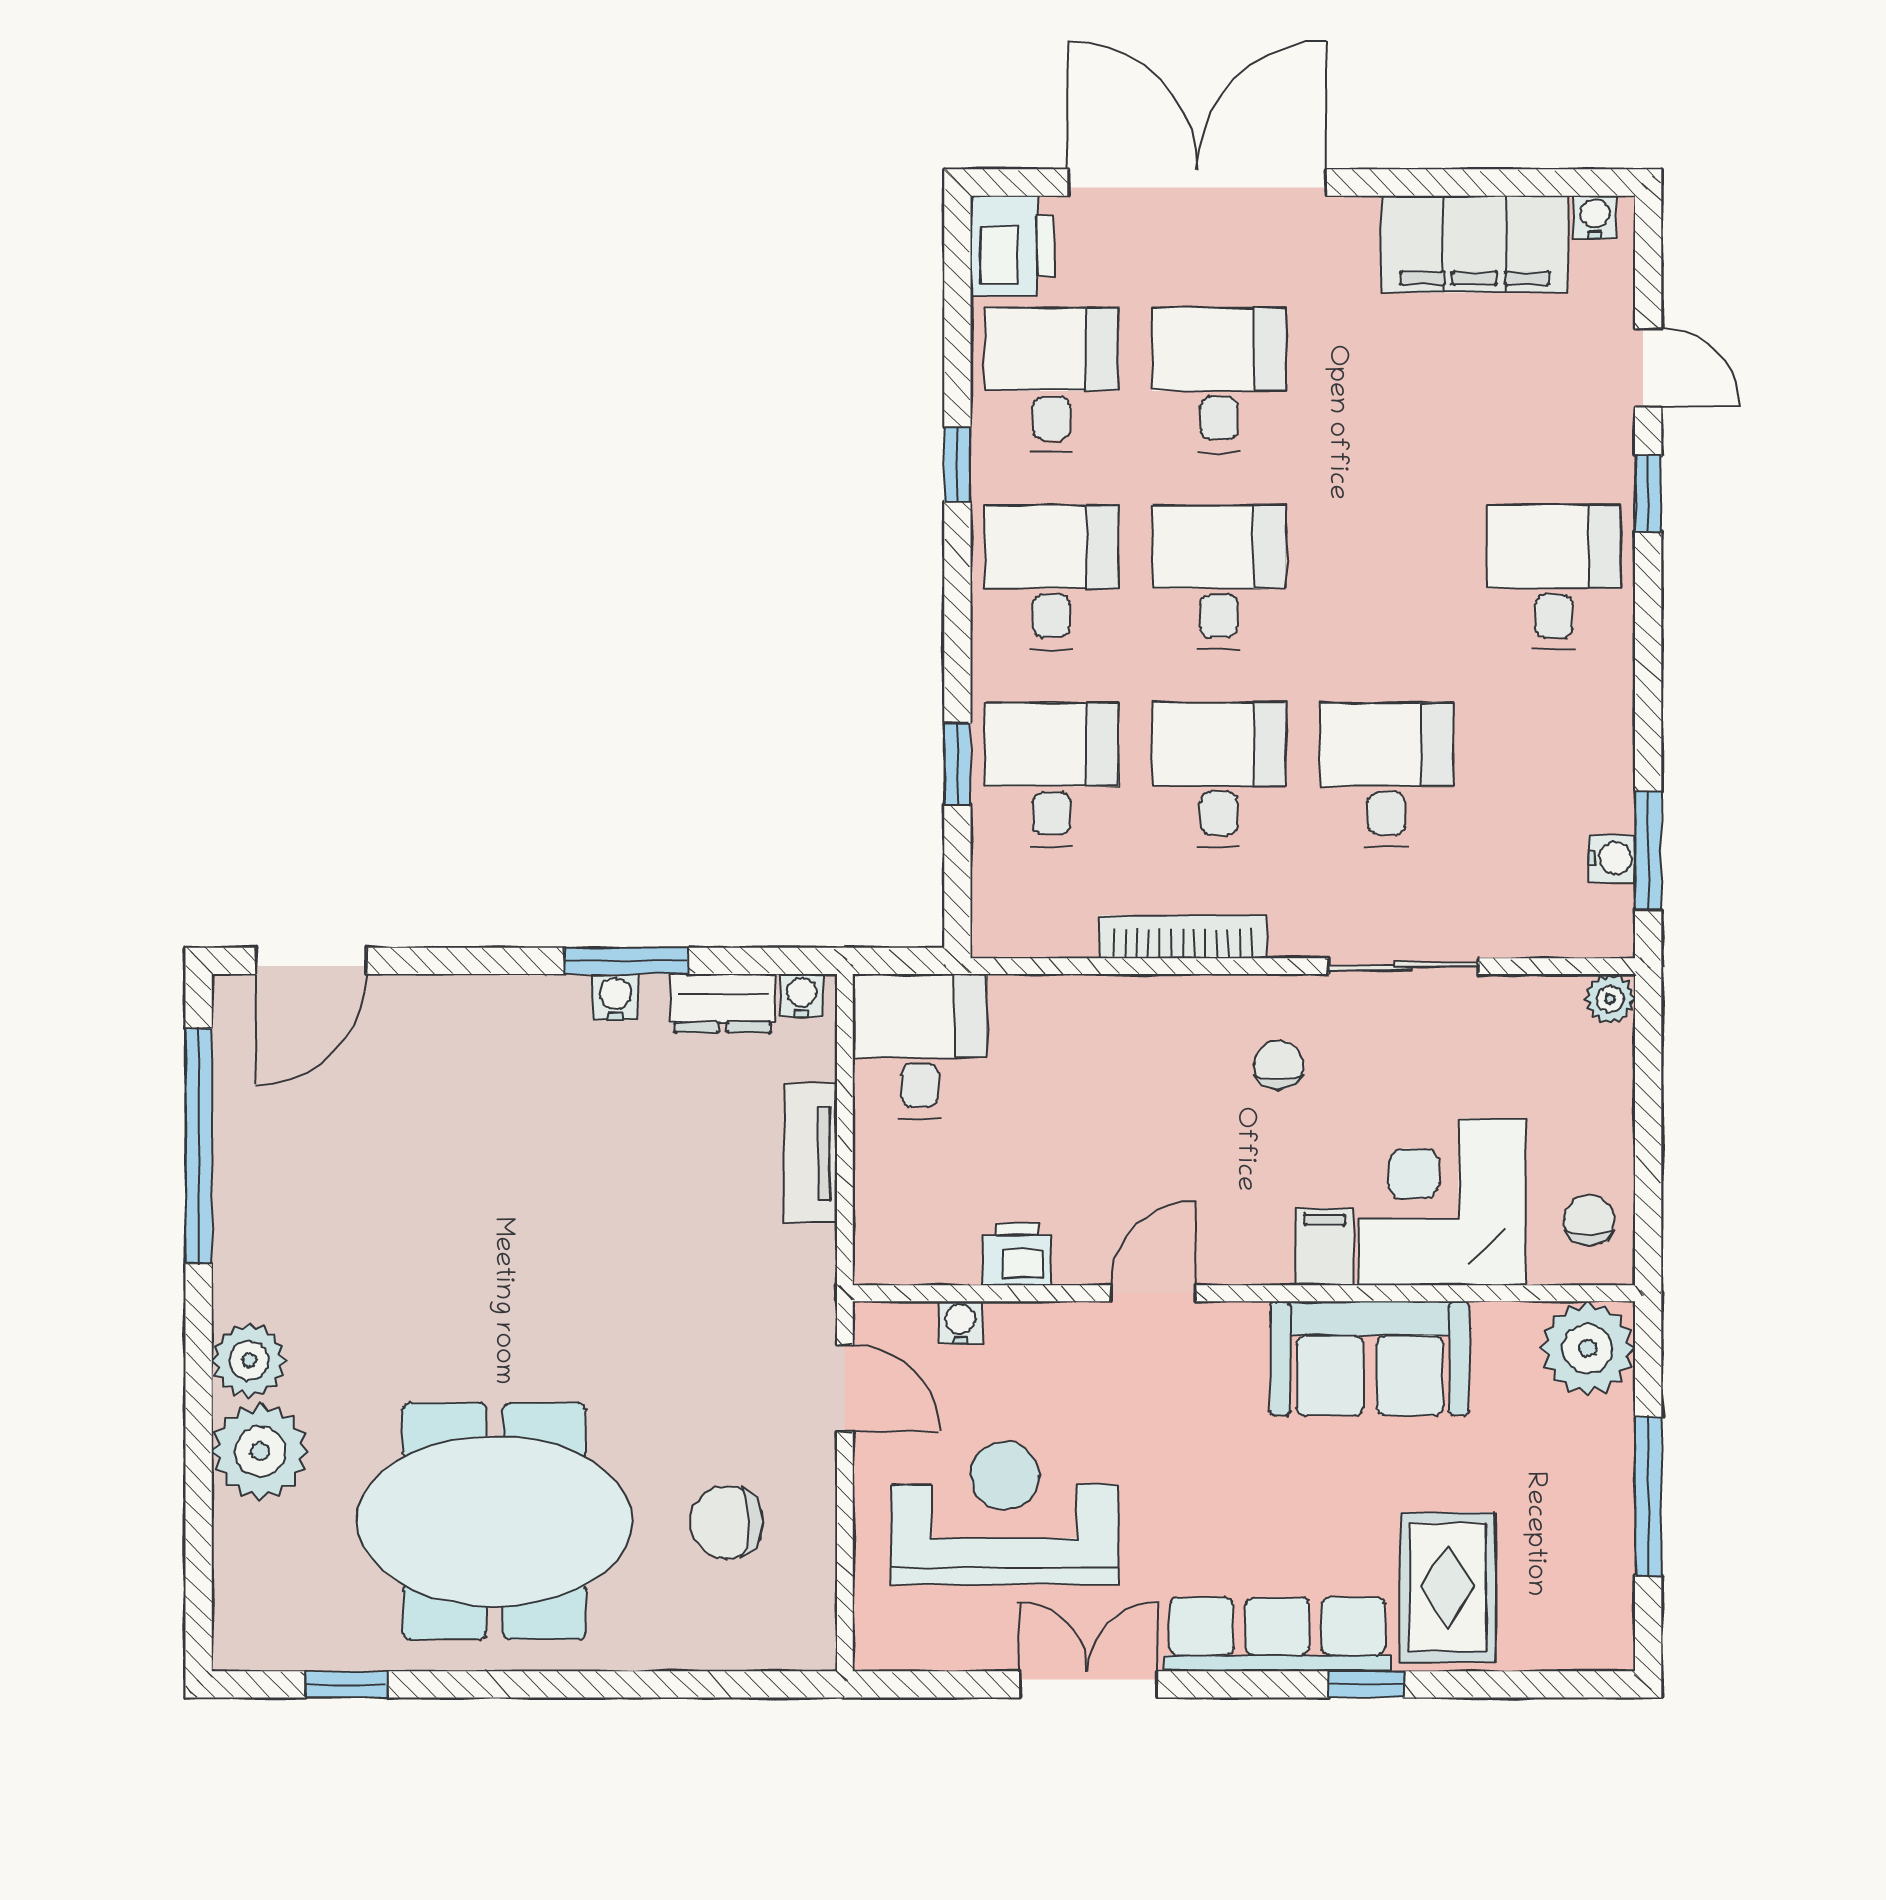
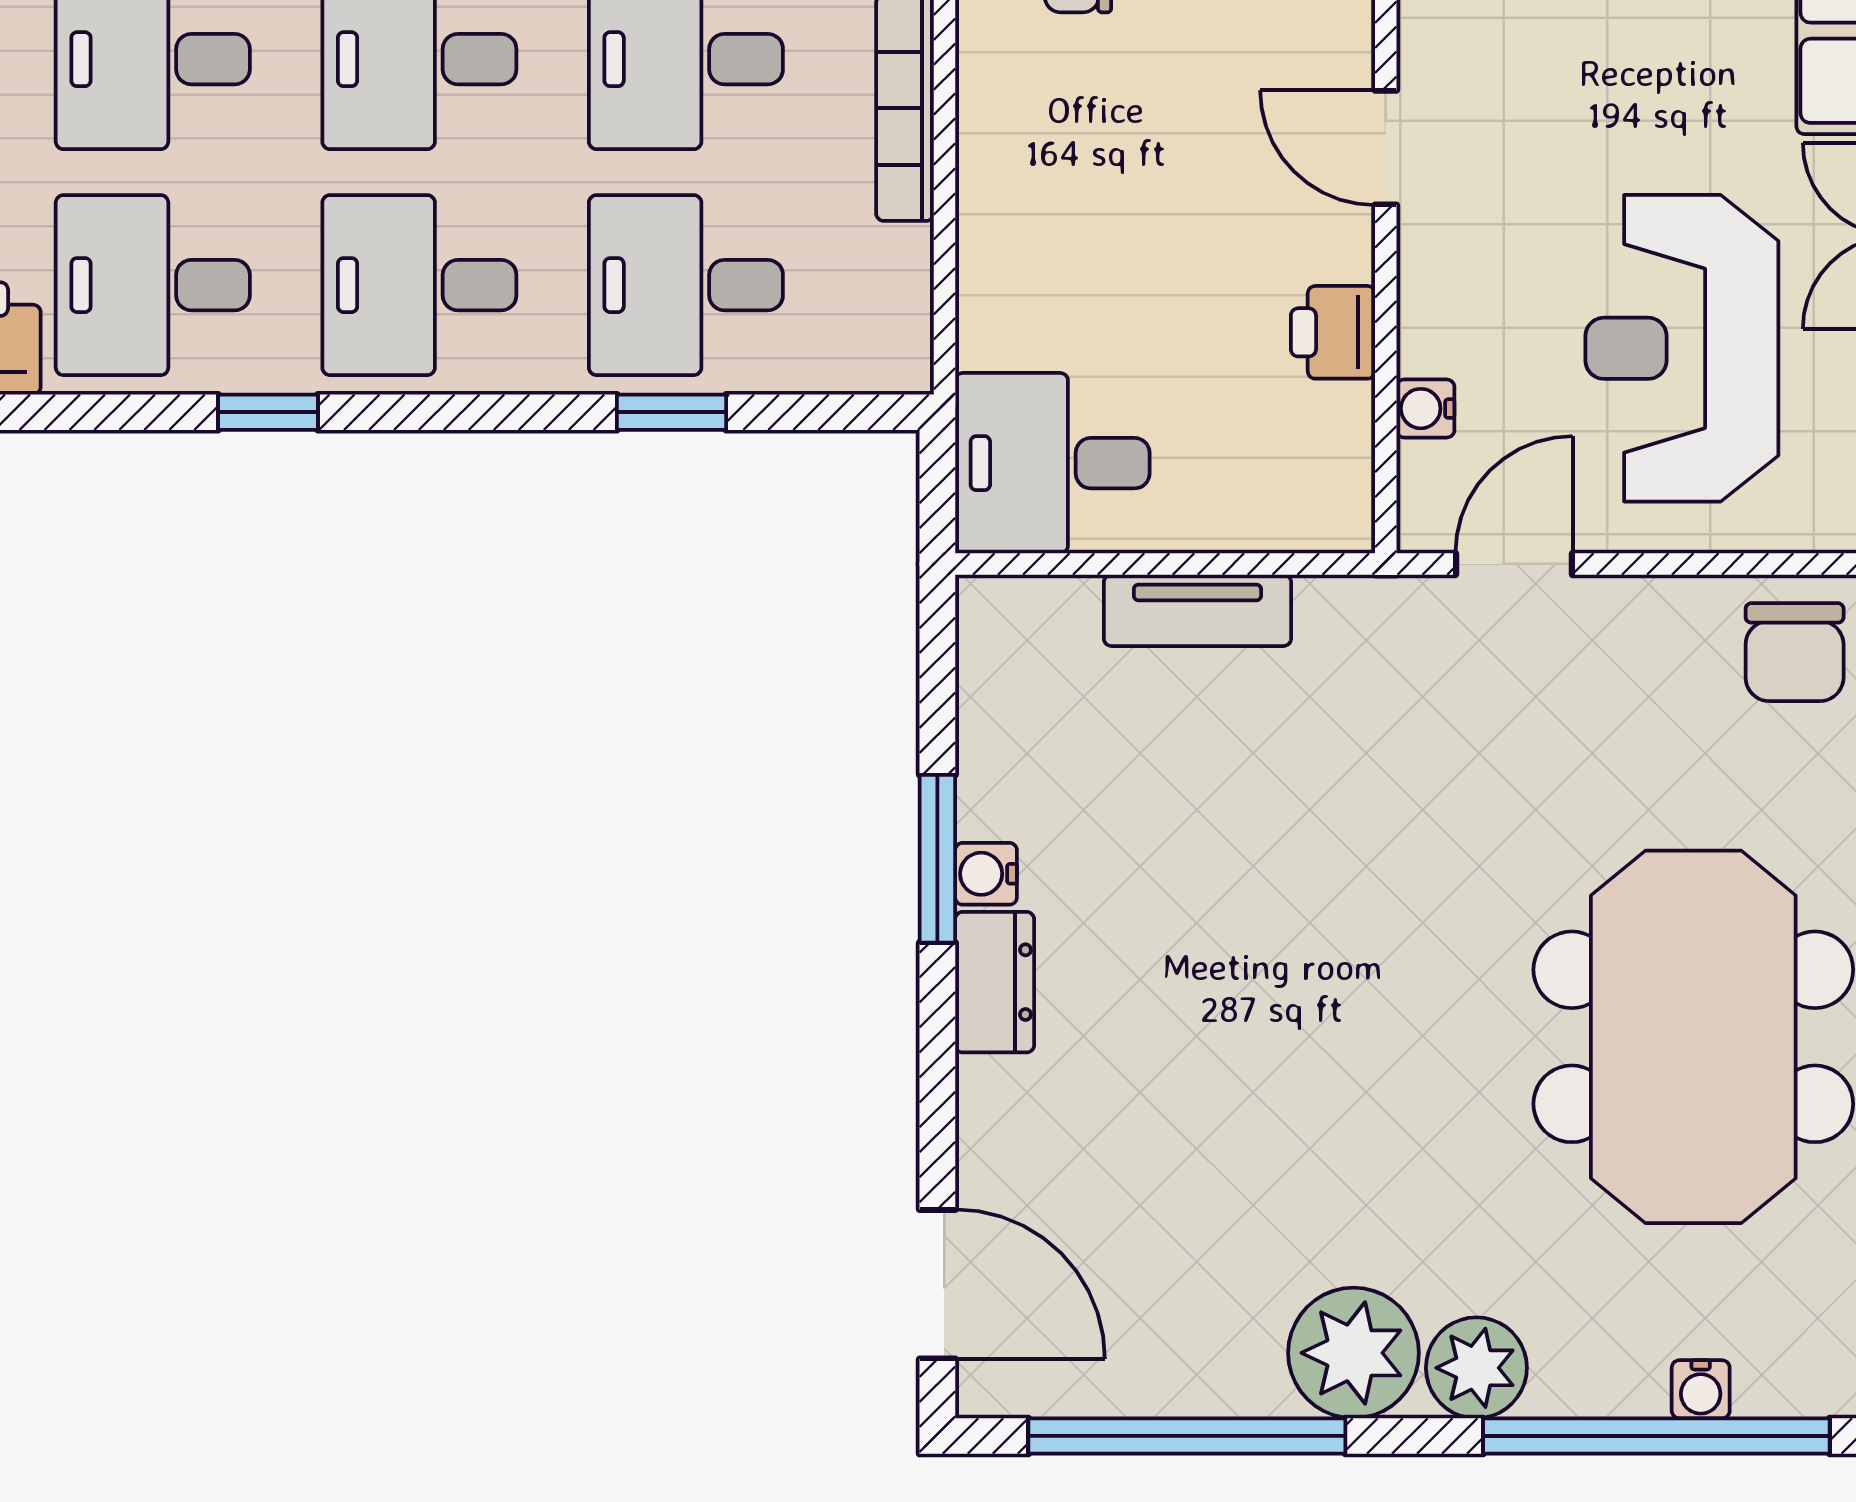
water cooler: (802, 996) -> (1701, 1389), moved, turned -90
dresser: (723, 1003) -> (995, 982), moved
plant: (260, 1451) -> (1354, 1353), moved
window: (199, 1494) -> (1656, 1436), added
chair: (727, 1522) -> (1795, 652), moved

